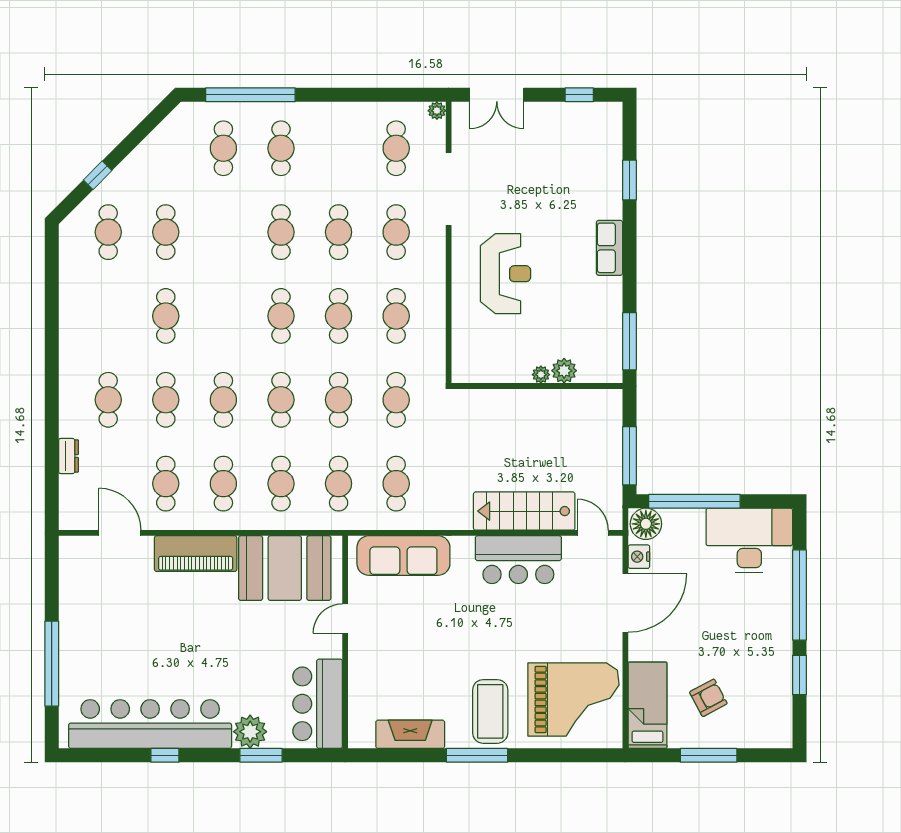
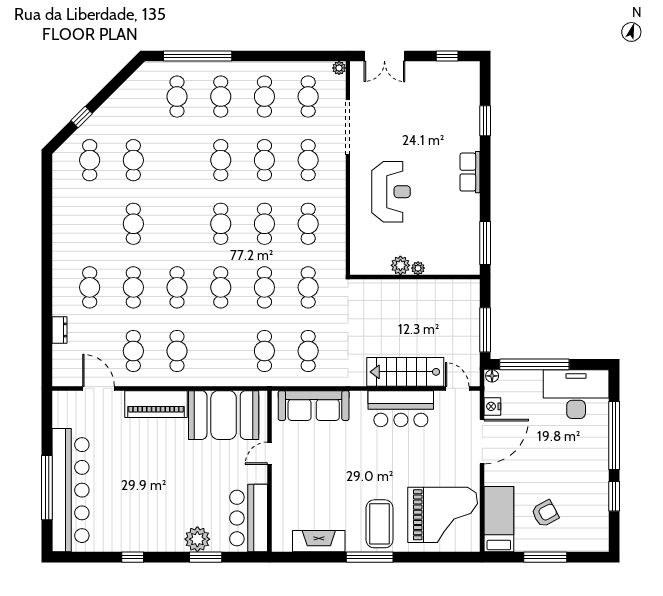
plant: (564, 371) -> (400, 265), moved
cafe table: (281, 484) -> (264, 97), moved
floor lamp: (646, 524) -> (492, 376), width x0.53, depth x0.53
bar counter: (150, 724) -> (70, 490), moved, turned 90

